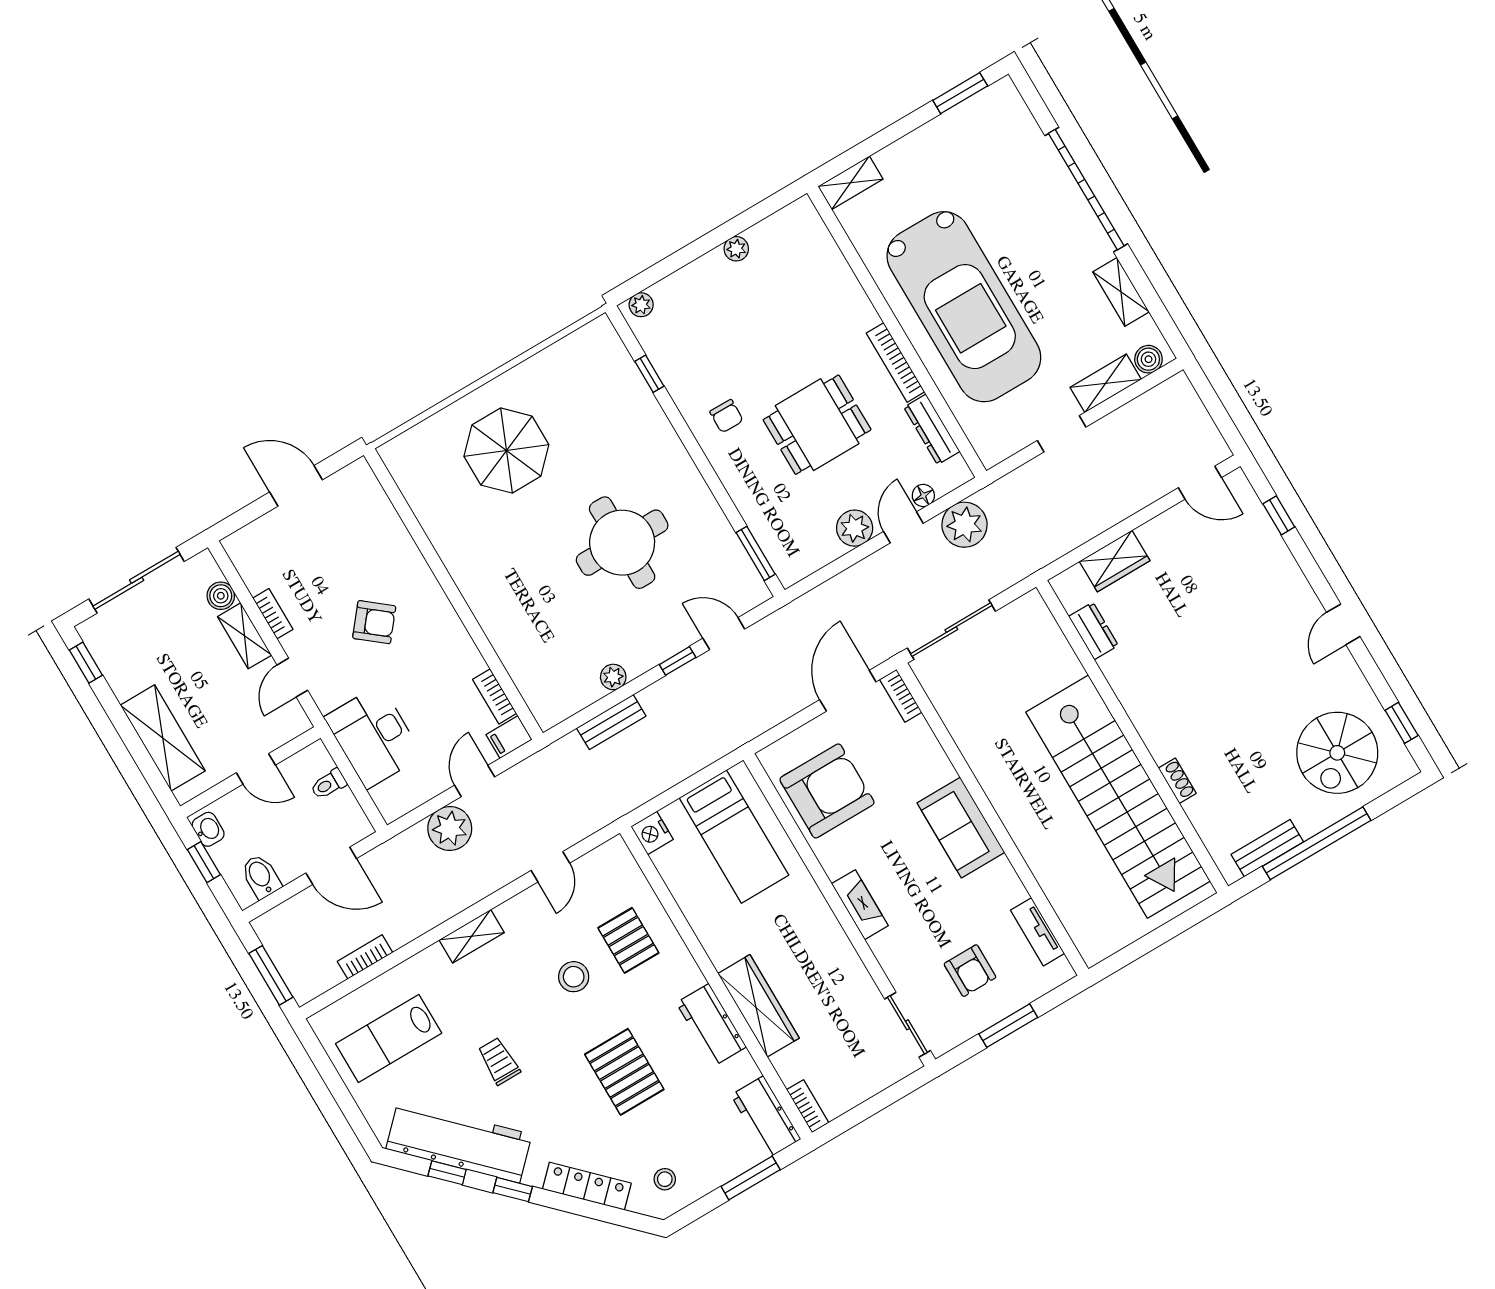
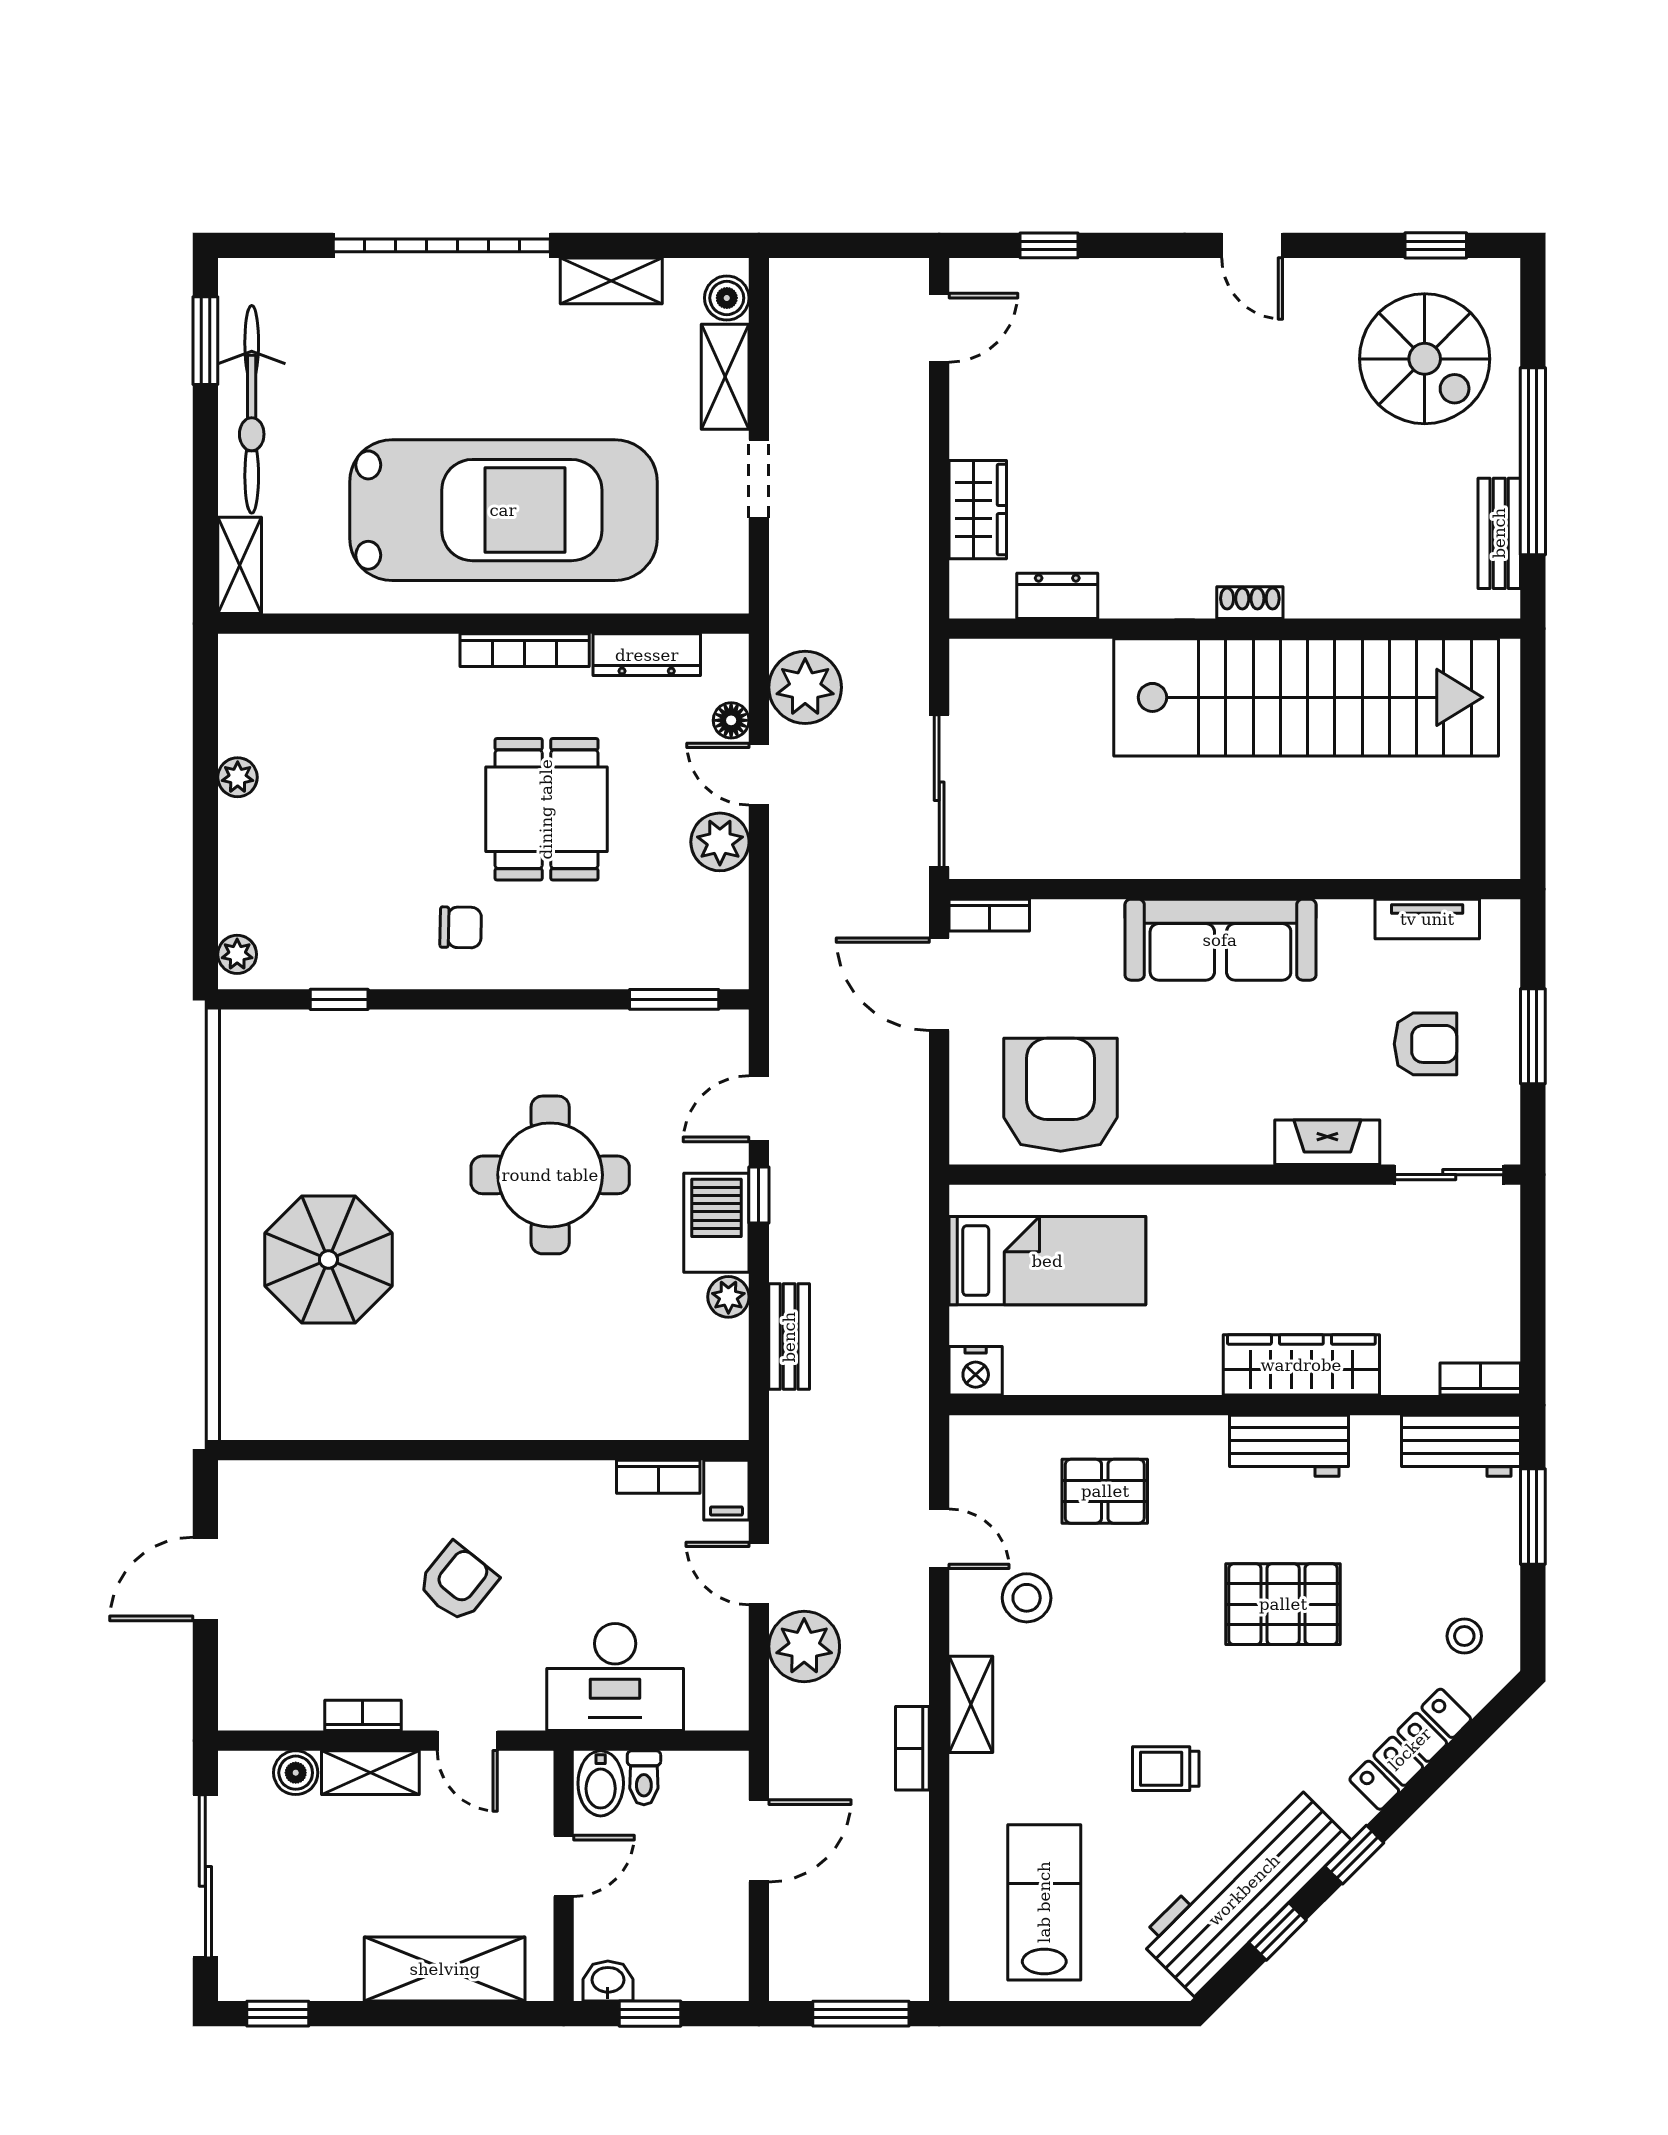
bicycle: (938, 140) -> (252, 409), added
barbecue: (649, 647) -> (716, 1223), added
shoe rack: (1177, 781) -> (1250, 603), moved
sofa: (961, 828) -> (1220, 940), width x1.36
bidet: (261, 876) -> (601, 1783), moved, turned -90
fireplace: (860, 905) -> (1327, 1142), moved
bookcase: (365, 957) -> (912, 1748), moved
stool: (574, 977) -> (1027, 1598), moved
lab bench: (389, 1038) -> (1044, 1902), turned 180

